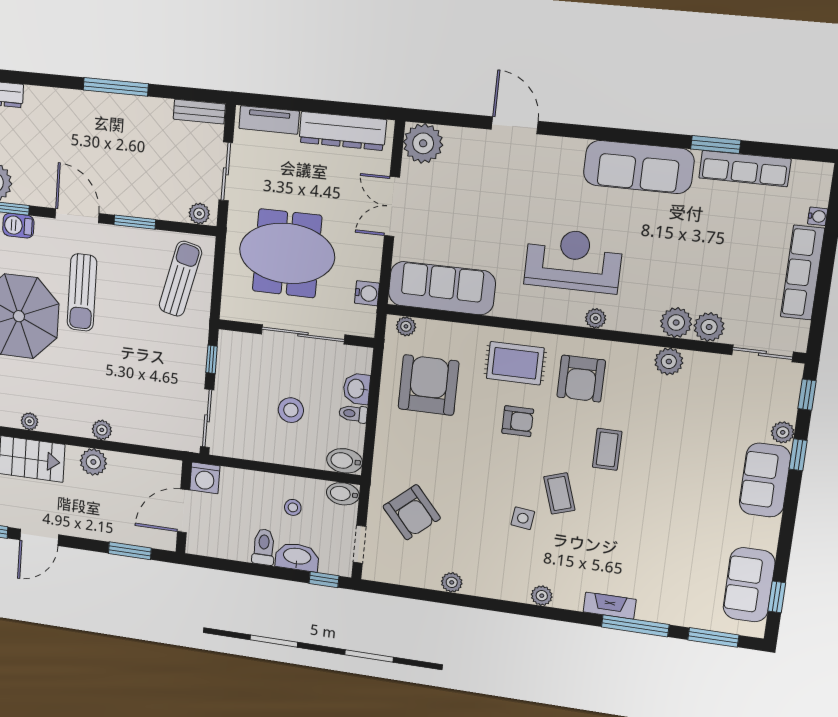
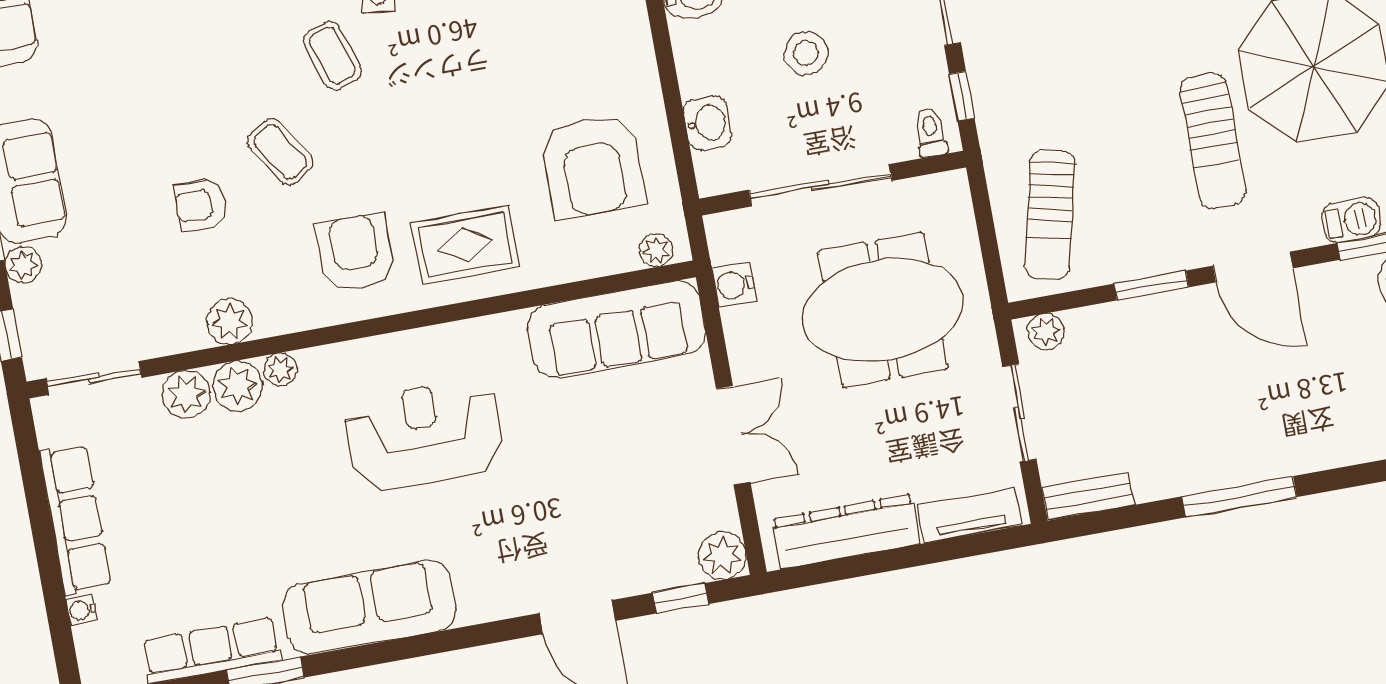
window: (450, 119) -> (681, 598), added
plant: (423, 143) -> (722, 556), width x0.73, depth x0.73
reception desk: (573, 260) -> (424, 435), turned 180
sun lounger: (82, 292) -> (1213, 141), turned 180
plant: (596, 318) -> (280, 370), moved
toilet: (353, 414) -> (931, 133), moved, turned -90
armchair: (518, 421) -> (200, 205), moved
coffee table: (607, 449) -> (280, 152), turned -33

